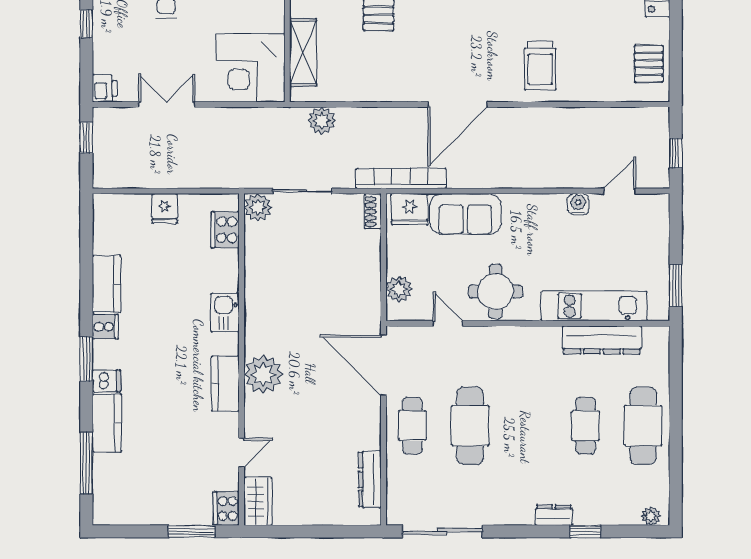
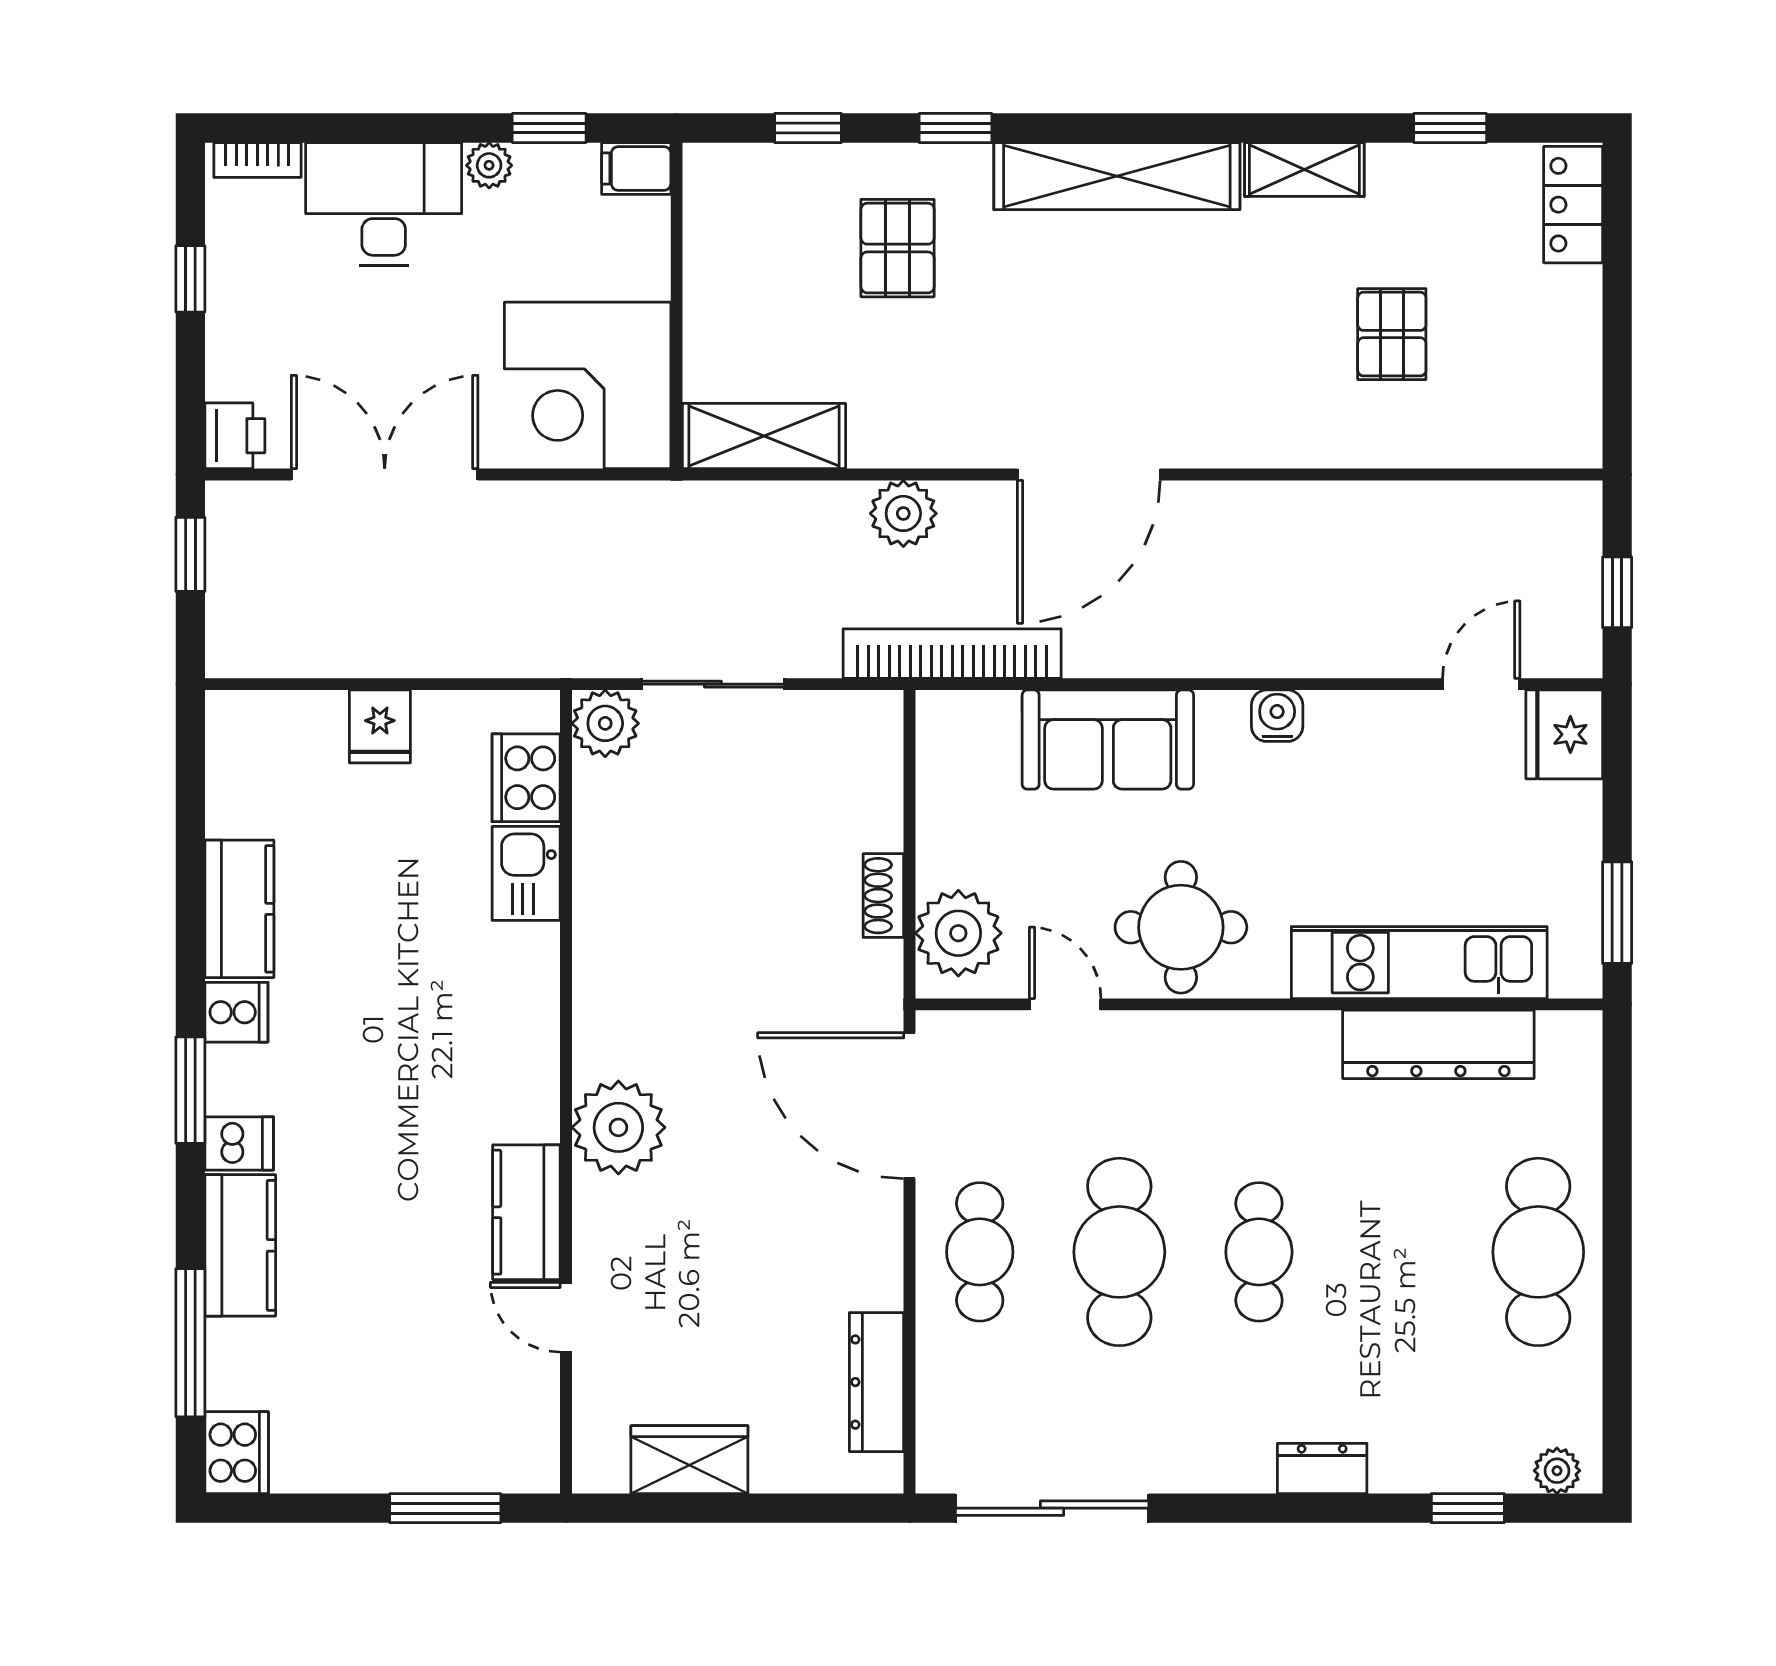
shelving: (303, 52) -> (764, 436), moved, turned 90
pallet: (649, 64) -> (1392, 334), moved
trolley: (540, 66) -> (1289, 381), removed
double door: (167, 104) -> (385, 474), width x1.37
plant: (322, 121) -> (903, 513), moved
water cooler: (578, 204) -> (1277, 716), moved
fridge: (410, 209) -> (1564, 734), moved, turned 90
shoe rack: (373, 212) -> (883, 896), moved
plant: (399, 289) -> (958, 933), width x1.36, depth x1.36
kitchen sink: (225, 313) -> (526, 873), moved
kitchen counter: (225, 384) -> (526, 1212), moved
cafe table: (585, 426) -> (1259, 1252), moved
door: (241, 453) -> (566, 1317), swing flipped
wardrobe: (258, 501) -> (689, 1460), moved, turned -90
cooker: (226, 509) -> (237, 1453), moved, turned 180
window: (585, 531) -> (1468, 1508), moved

